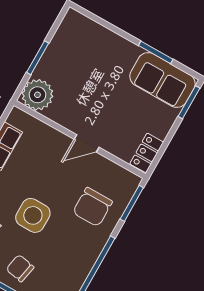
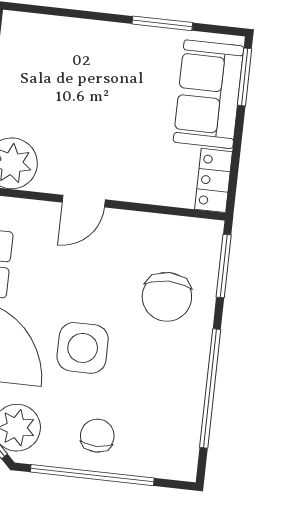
sofa: (162, 80) -> (209, 94), moved, turned 90
door: (87, 143) -> (84, 201), moved
chair: (20, 268) -> (97, 436), turned 79

